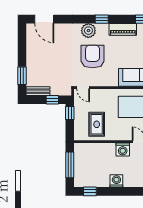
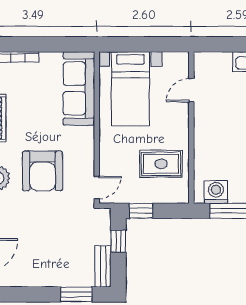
armchair: (93, 56) -> (42, 171), turned -90
washing machine: (123, 149) -> (216, 192), moved, turned -90

